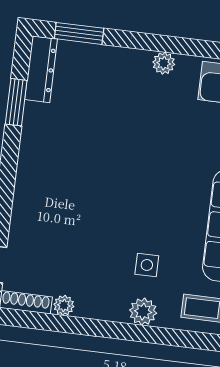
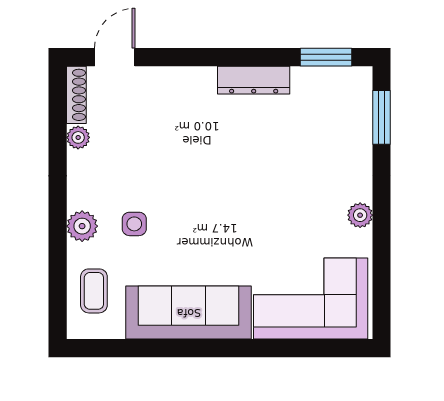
dresser: (41, 69) -> (254, 80), moved
window: (16, 102) -> (326, 57), moved

